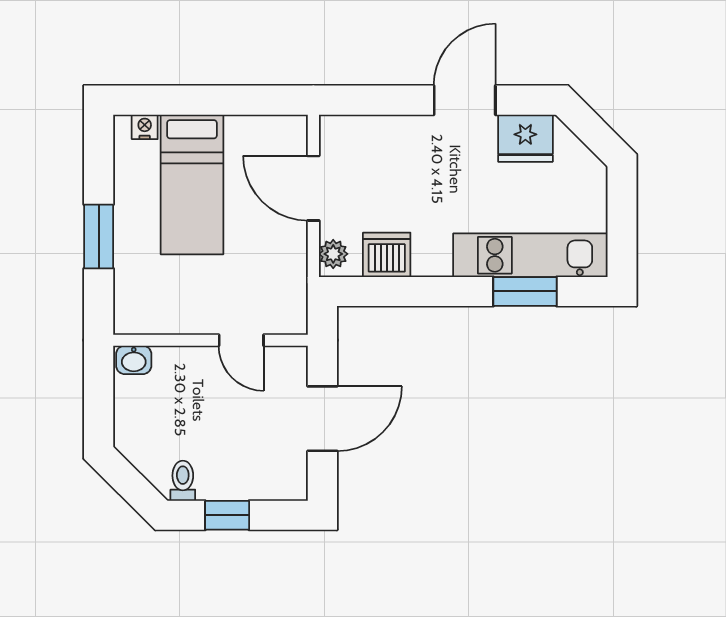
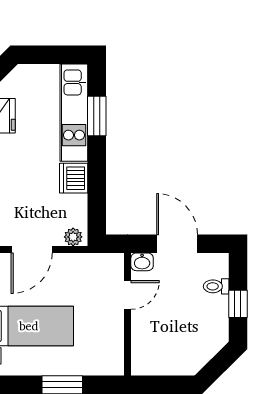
dishwasher: (387, 255) -> (74, 178), moved
washbasin: (134, 360) -> (142, 262), moved, turned 90
toilet: (183, 481) -> (216, 286), moved

